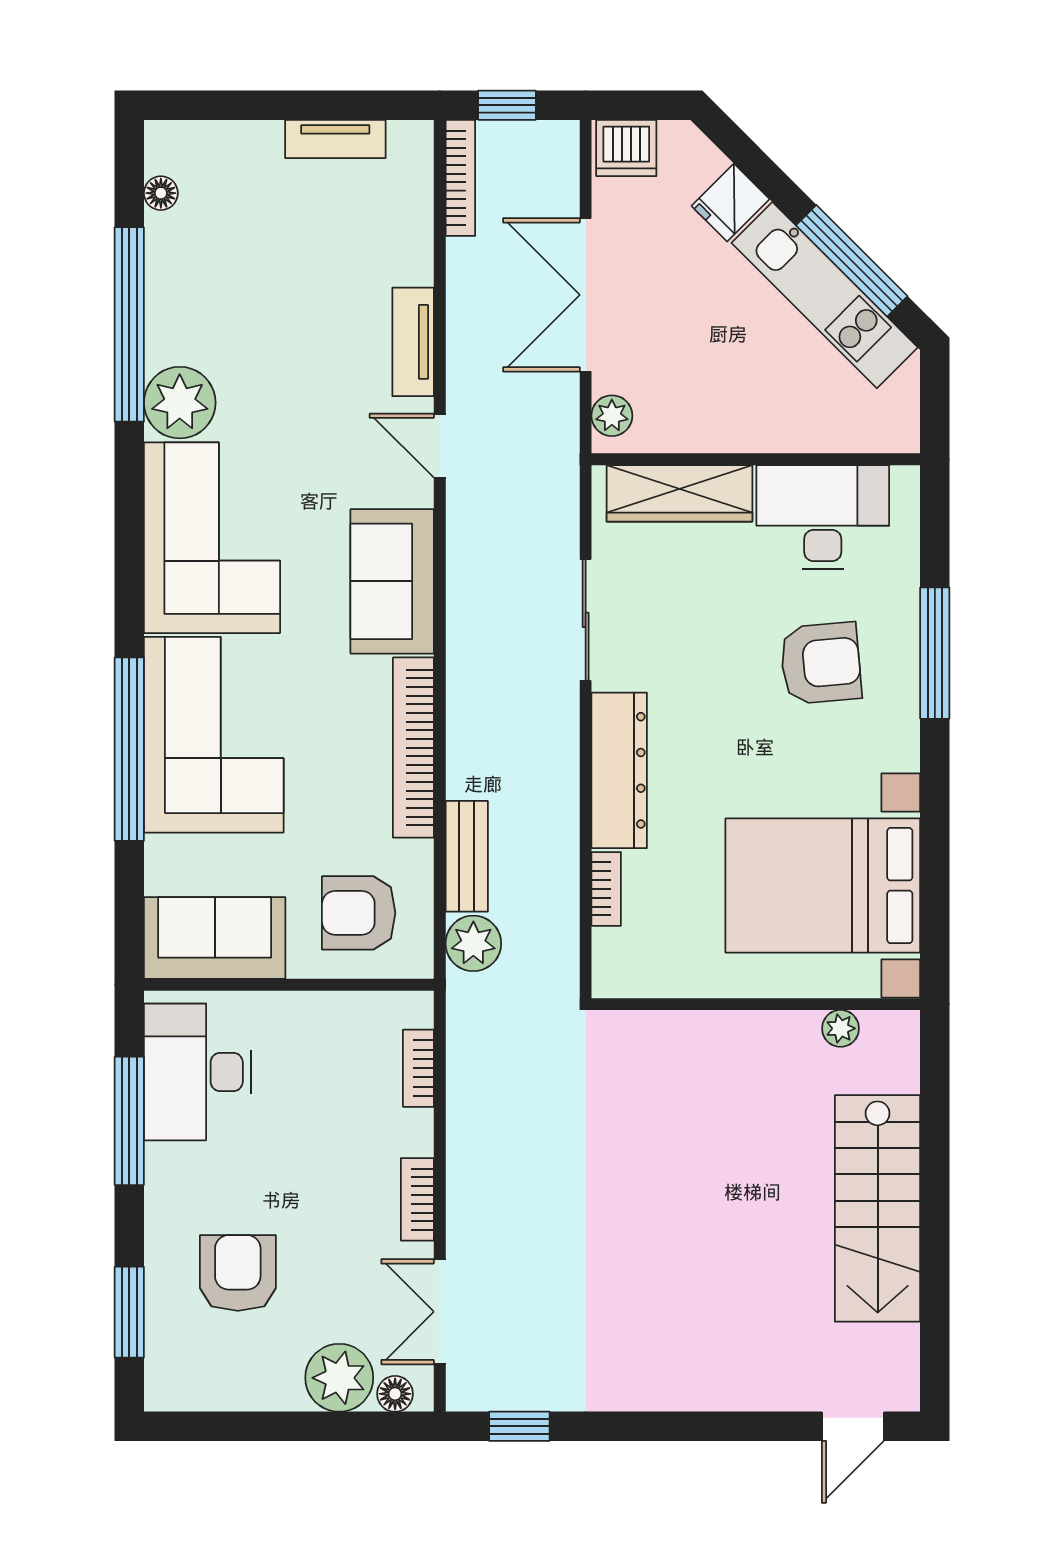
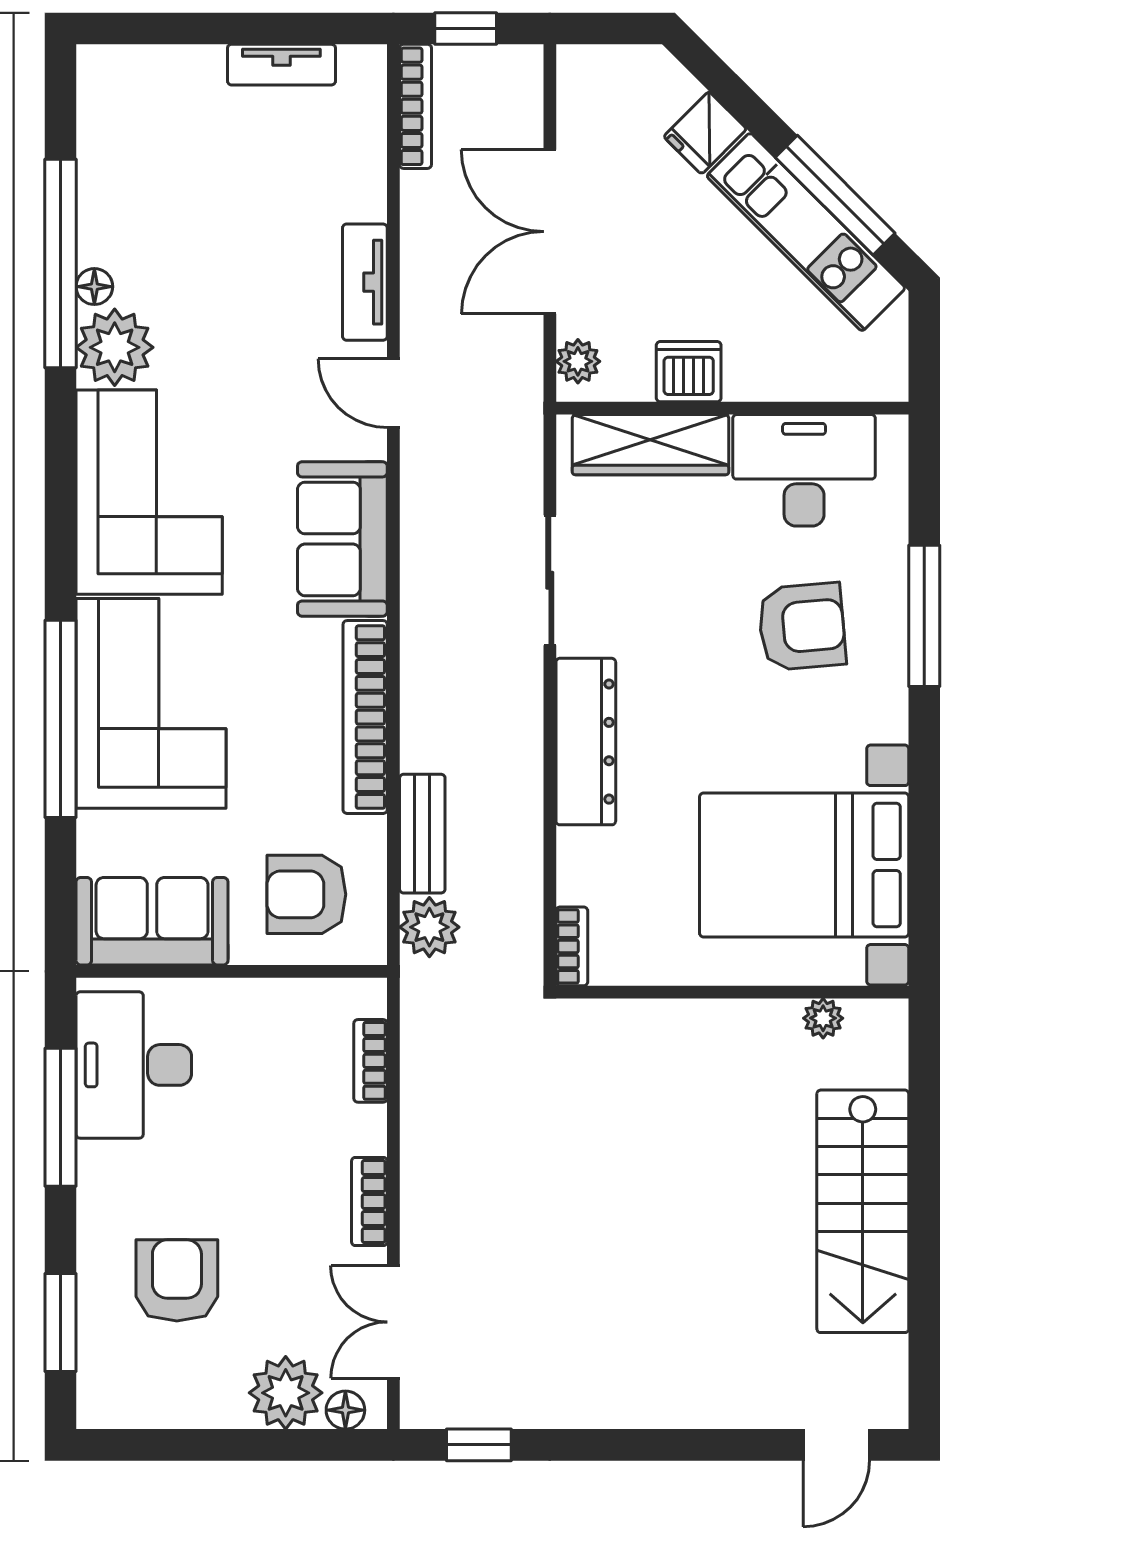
dishwasher: (626, 148) -> (689, 372), moved, turned 180
floor lamp: (161, 193) -> (94, 287), moved
bookcase: (606, 889) -> (572, 946), moved

